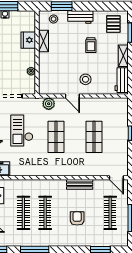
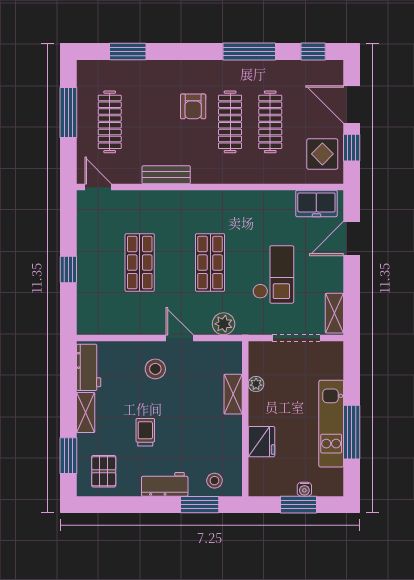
shelving: (44, 41) -> (233, 394), moved
armchair: (77, 218) -> (193, 106), moved

